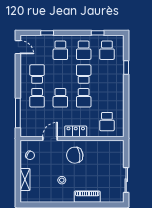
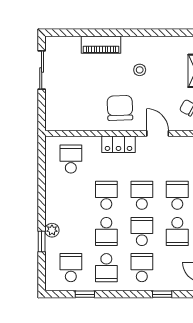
school desk: (84, 50) -> (106, 268), turned 180
school desk: (60, 74) -> (142, 231), added
plant: (119, 75) -> (52, 230), added
door: (50, 138) -> (158, 133), swing flipped
chair: (75, 155) -> (120, 108), turned -83

